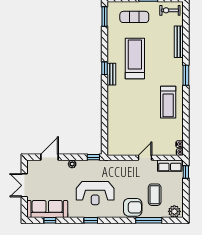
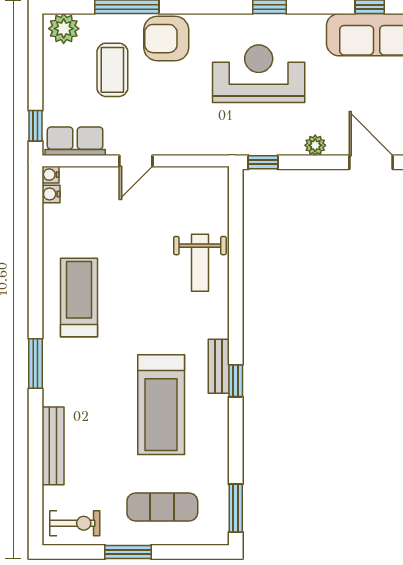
weight bench: (119, 116) -> (200, 263), added
door: (49, 157) -> (371, 162), swing flipped

